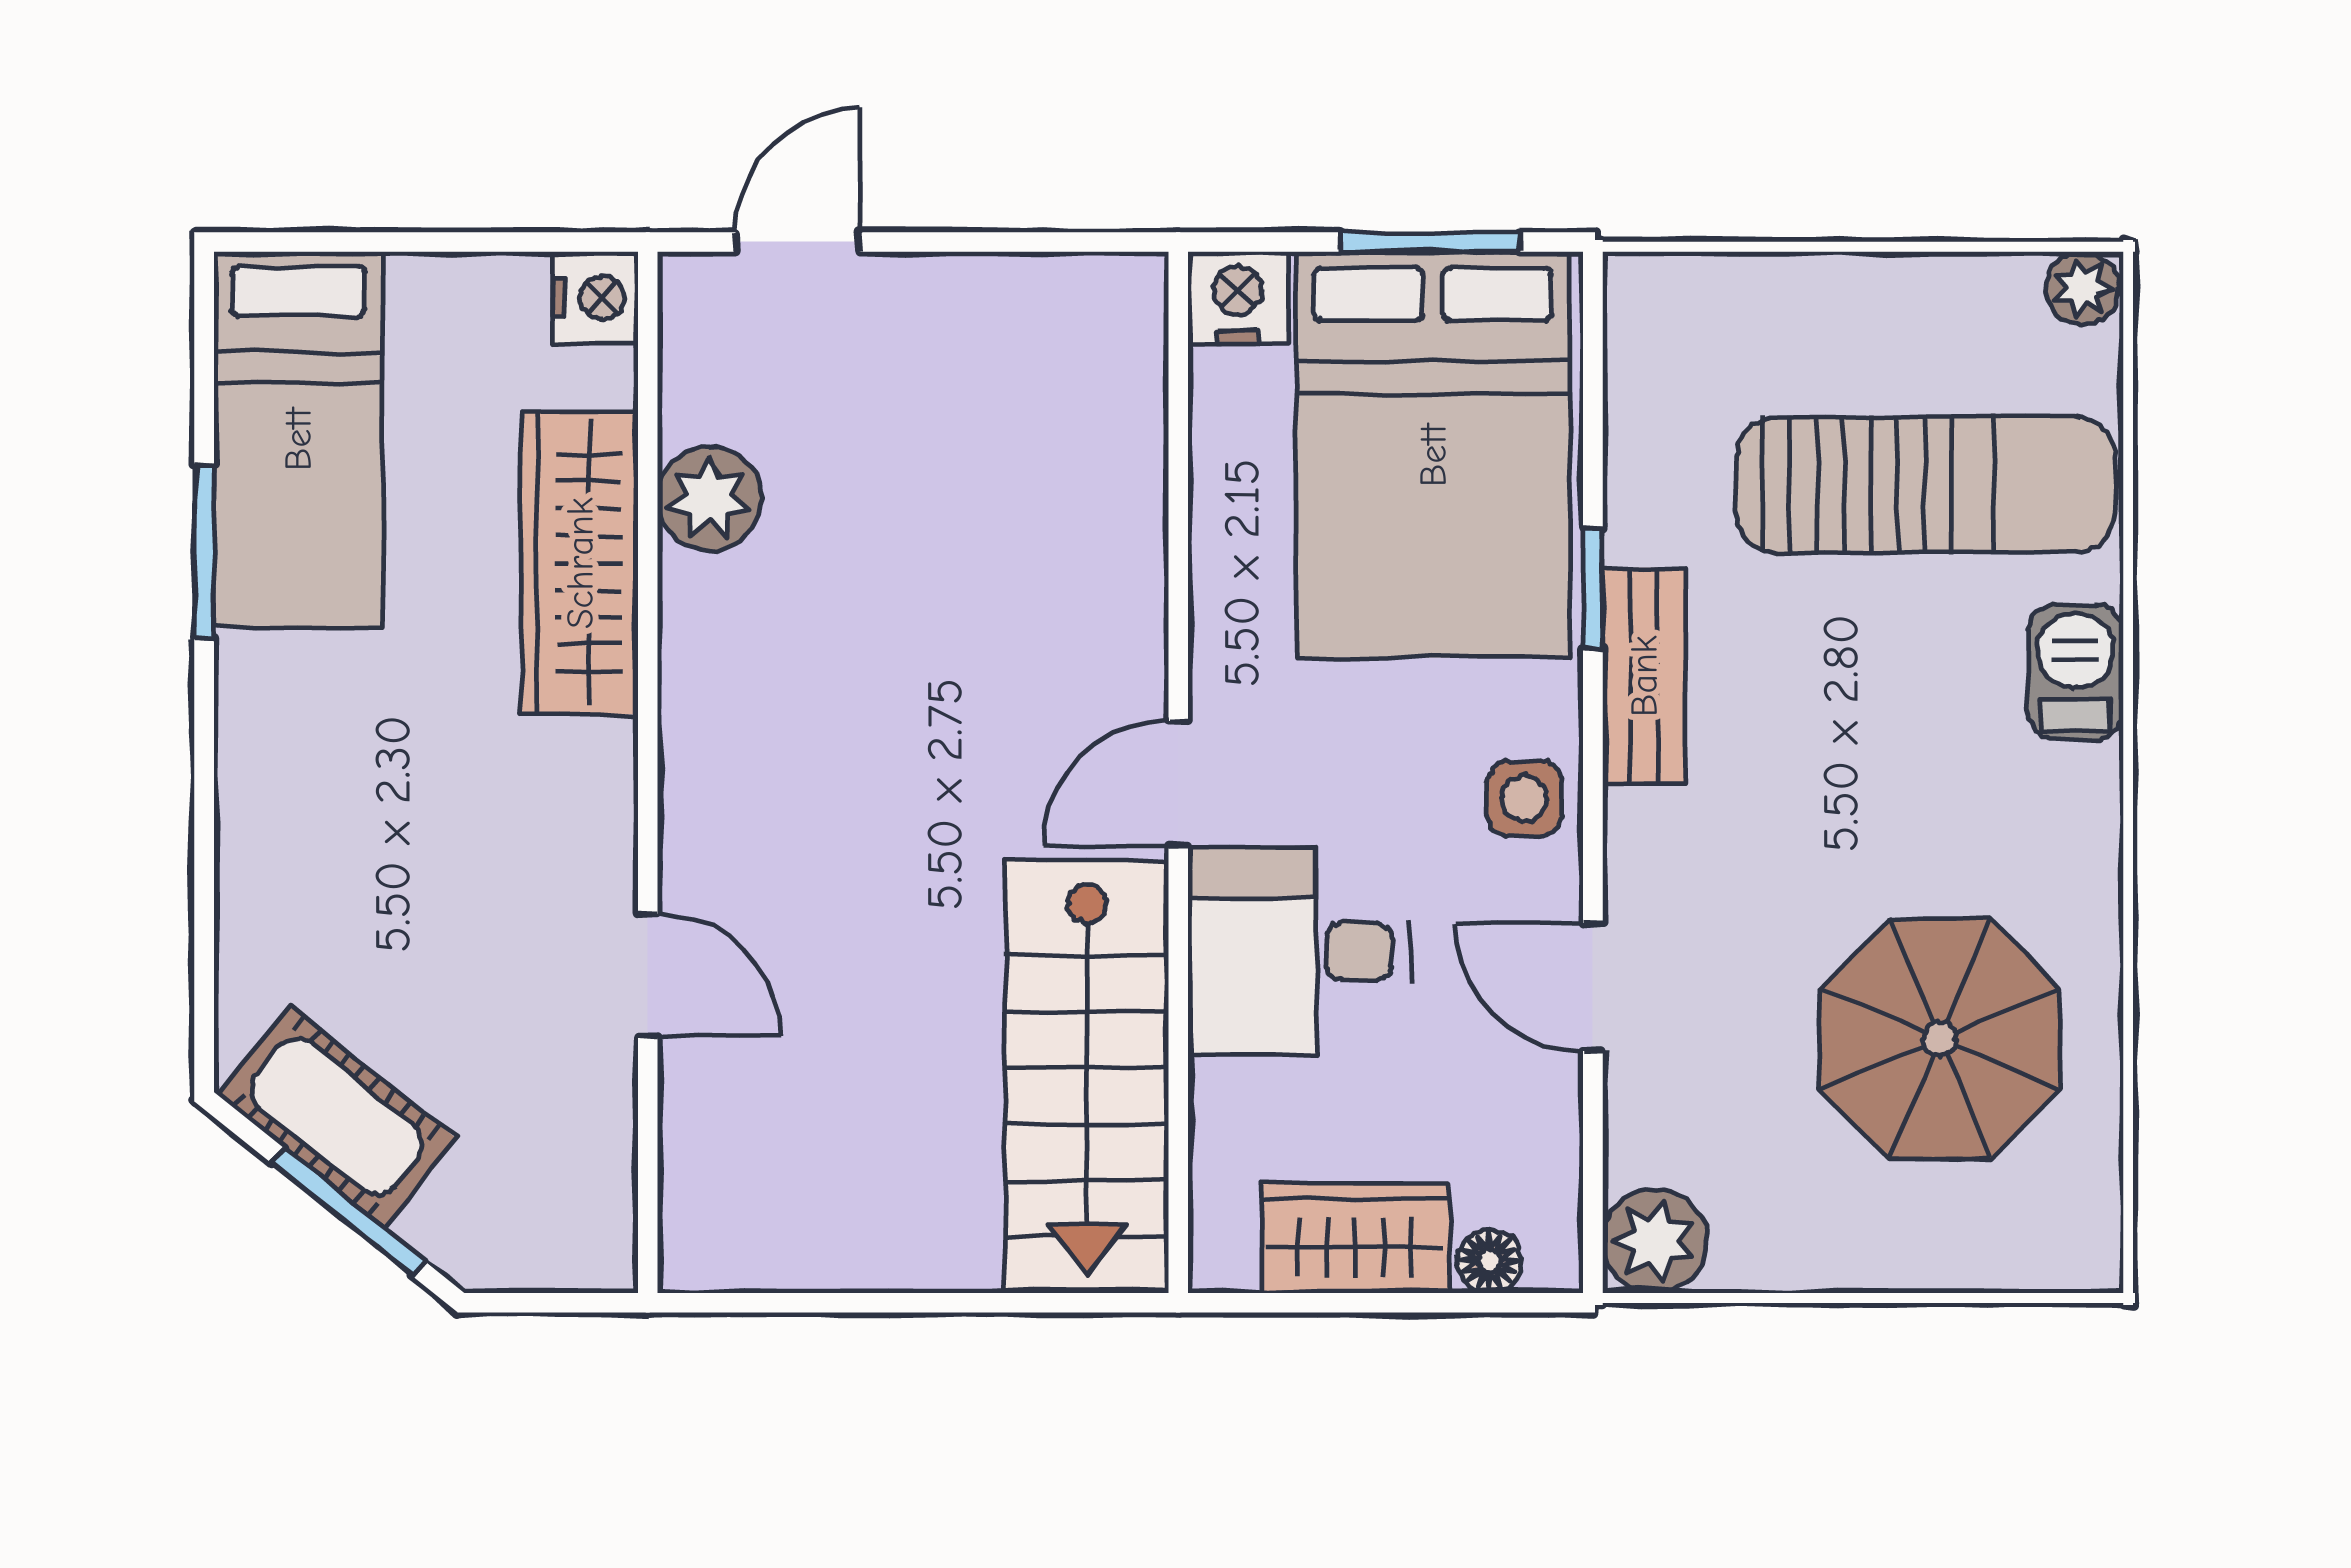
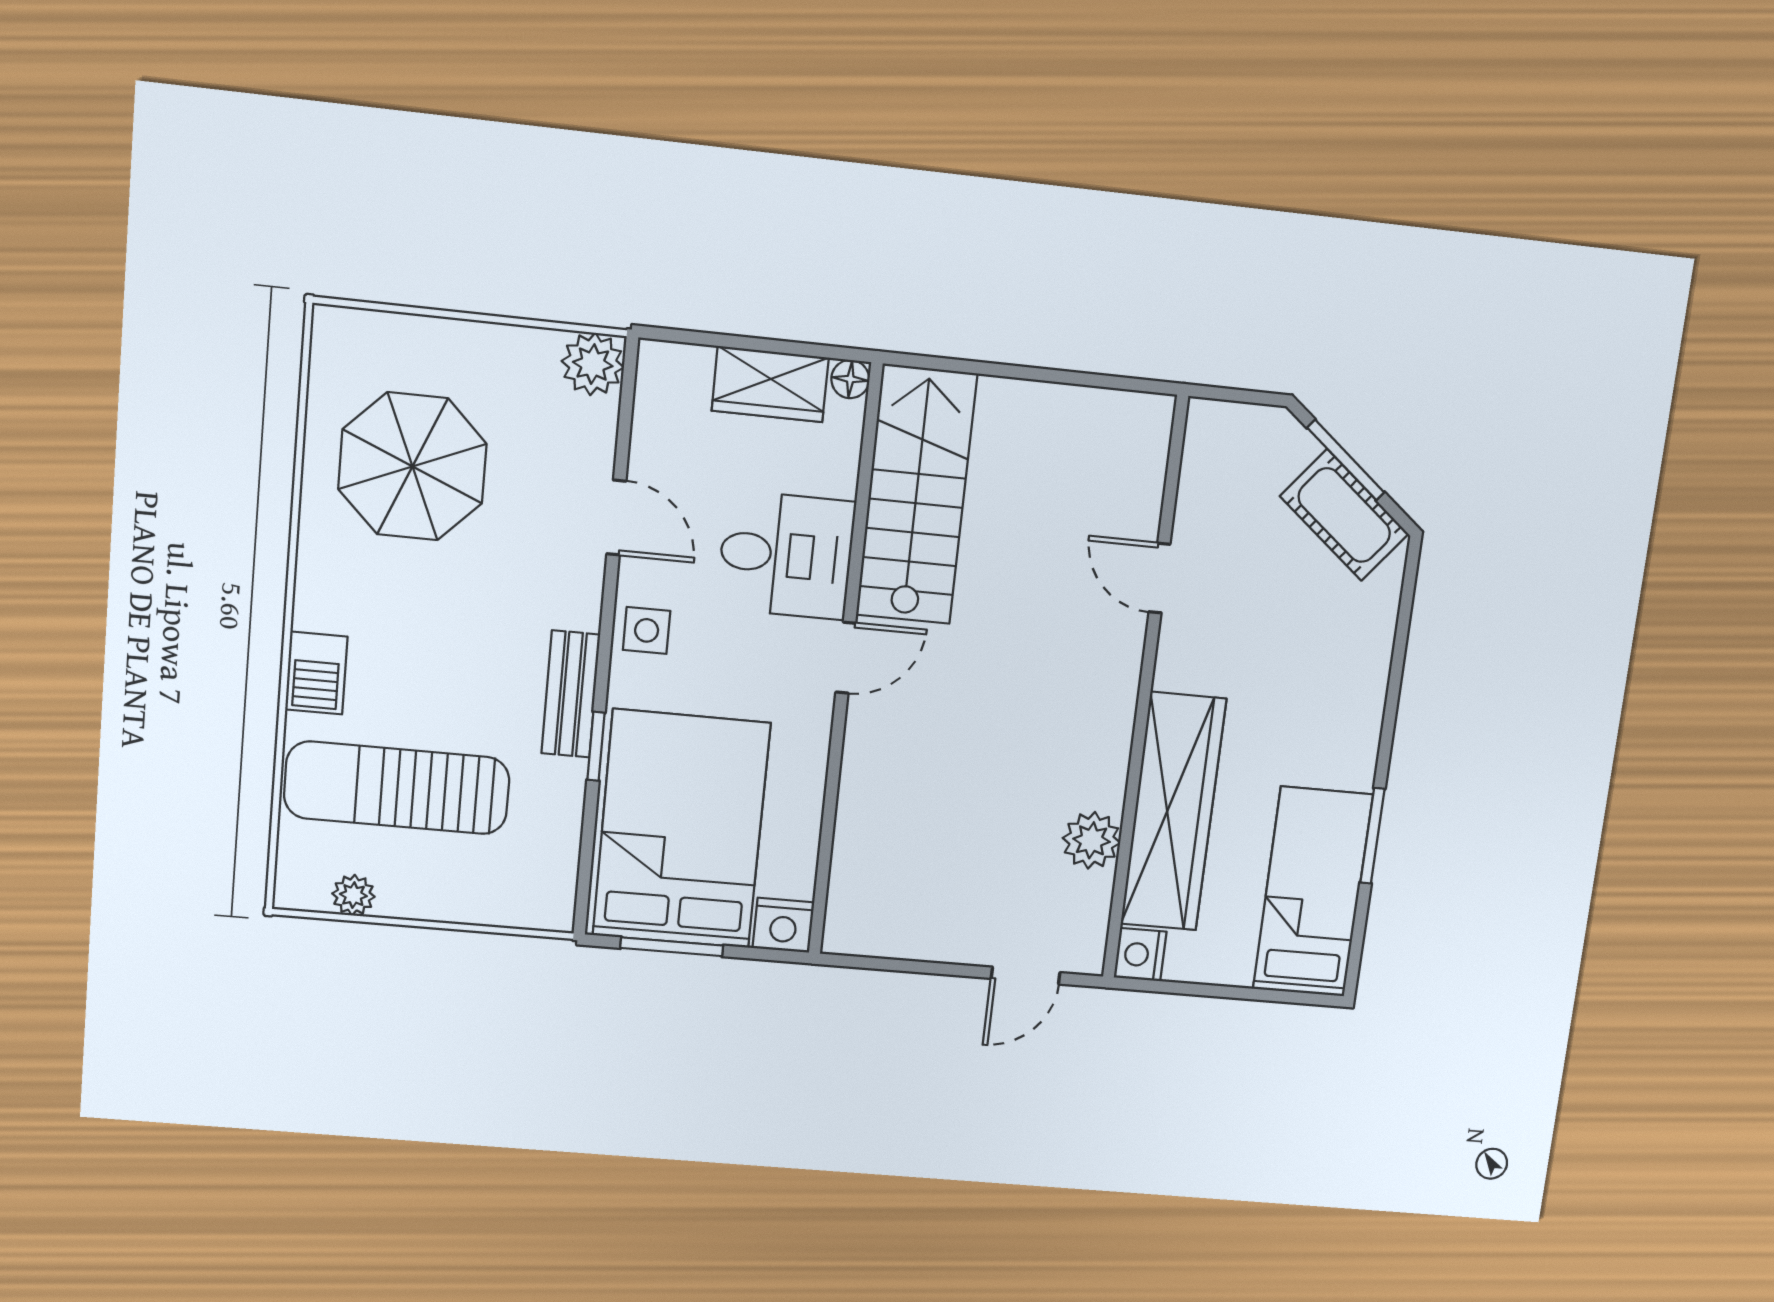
plant: (2082, 288) -> (353, 895), moved
wardrobe: (580, 563) -> (1173, 812), width x1.40, depth x1.17
floor lamp: (1489, 1261) -> (850, 379), moved

